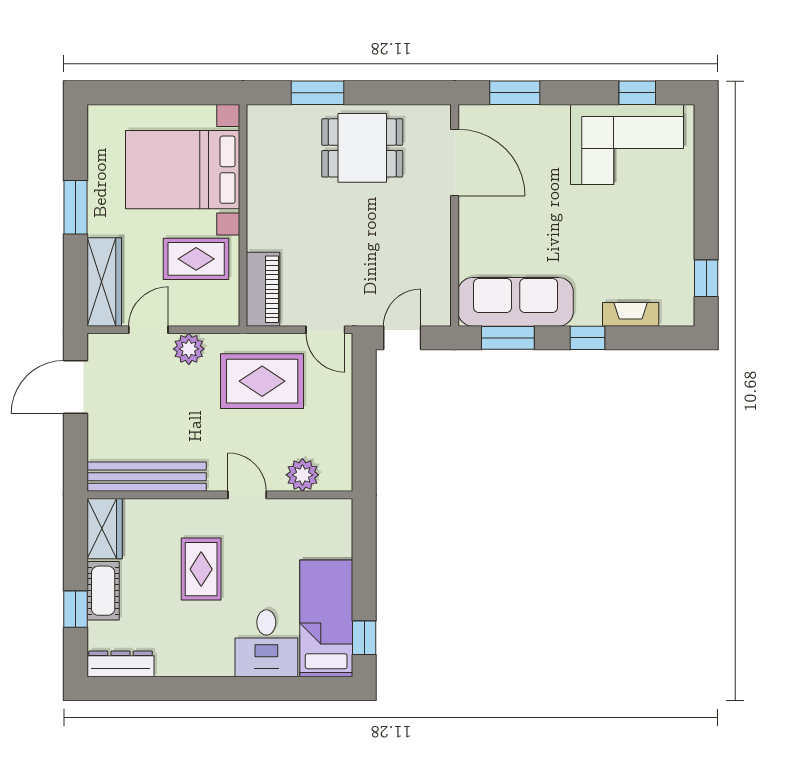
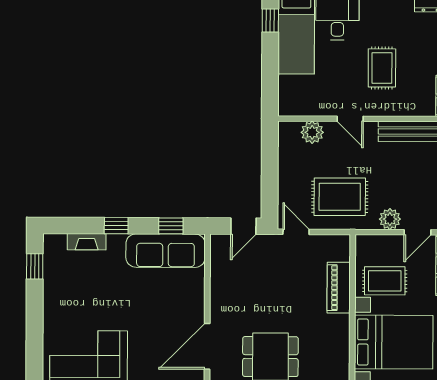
door: (455, 163) -> (207, 346), hinge flipped
piano: (263, 289) -> (339, 288), moved
window: (508, 338) -> (171, 226), width x0.67

